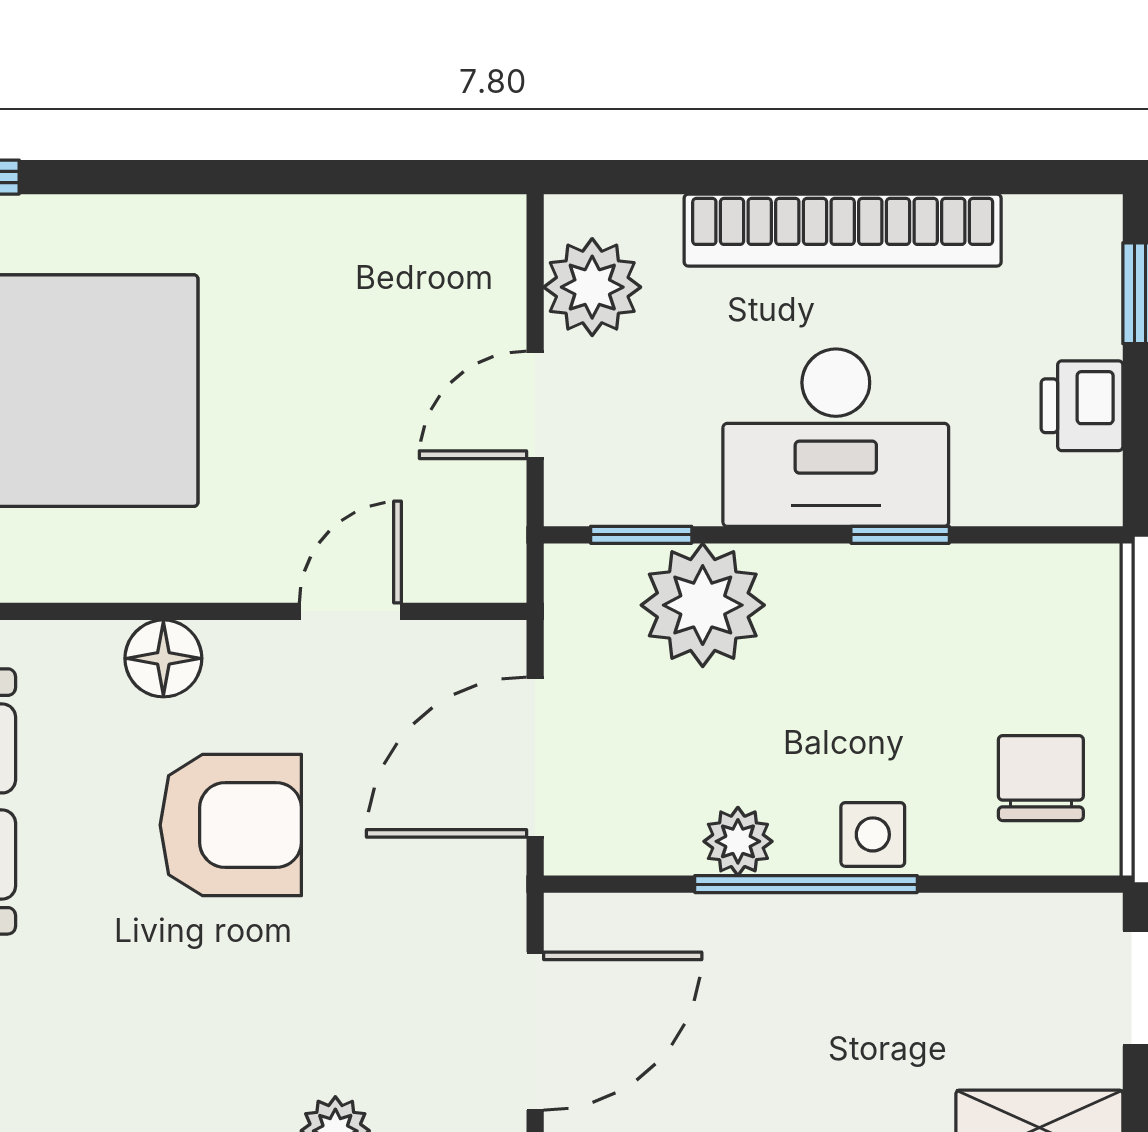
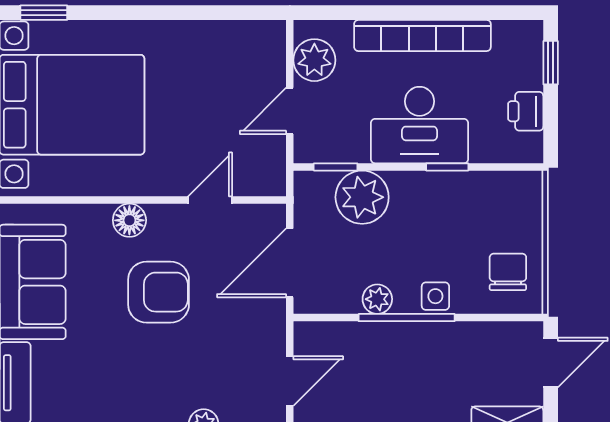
door: (535, 1031) -> (290, 381), width x0.73

